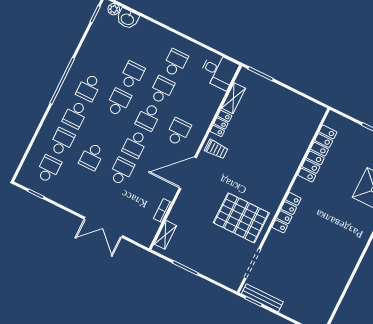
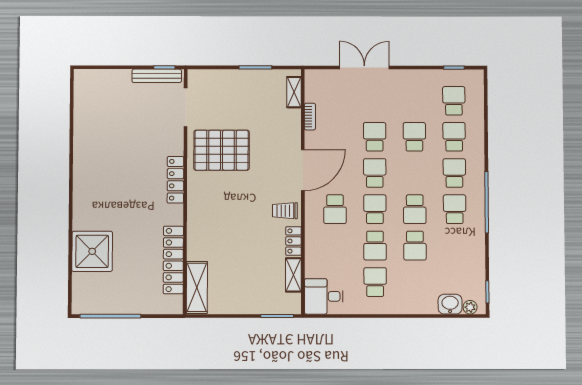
school desk: (175, 63) -> (375, 282), turned 180
shelving: (310, 124) -> (197, 287), added
school desk: (62, 142) -> (454, 137), turned 180
school desk: (48, 169) -> (454, 101), turned 180
school desk: (122, 171) -> (375, 137), turned 180

